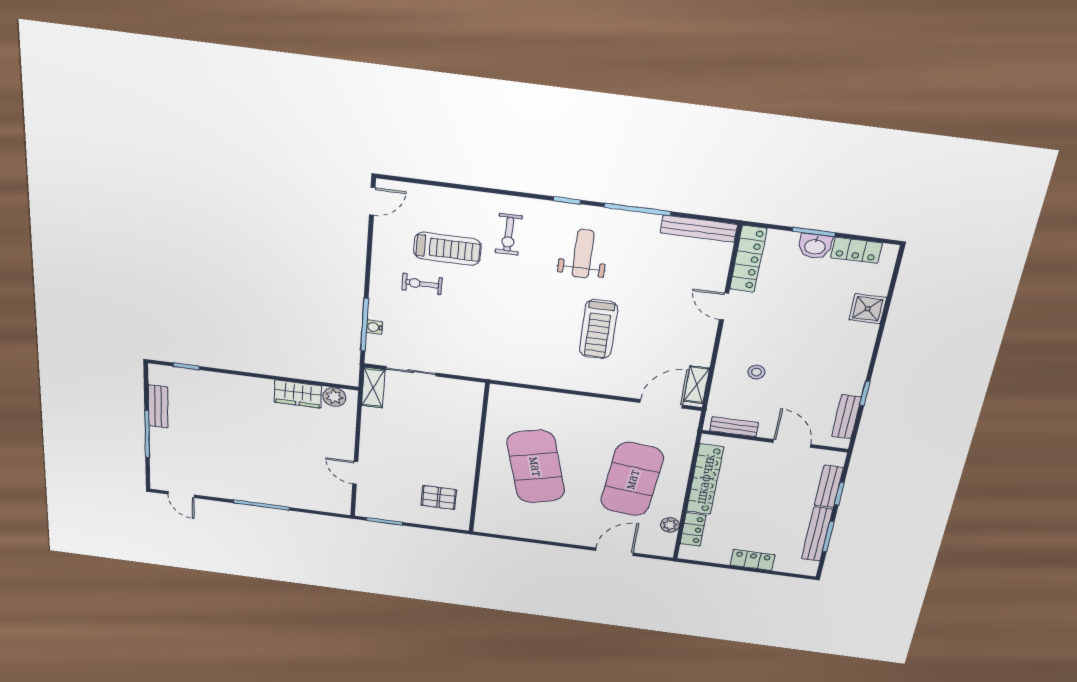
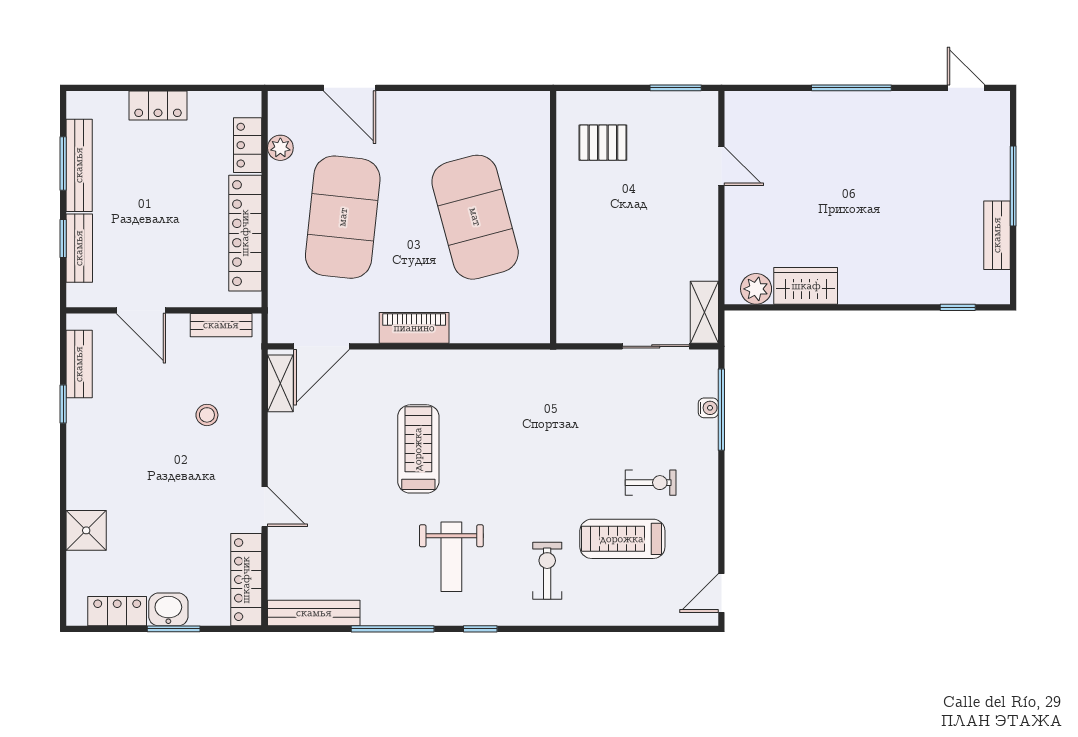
piano: (590, 406) -> (414, 328), added
door: (615, 552) -> (350, 88), hinge flipped

